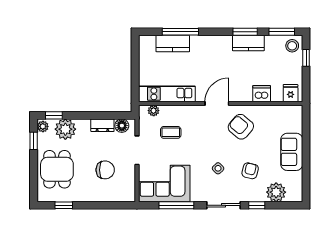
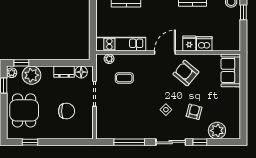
fridge: (291, 93) -> (189, 43), moved
sofa: (292, 152) -> (231, 70), moved
corner sofa: (164, 184) -> (119, 123), removed

